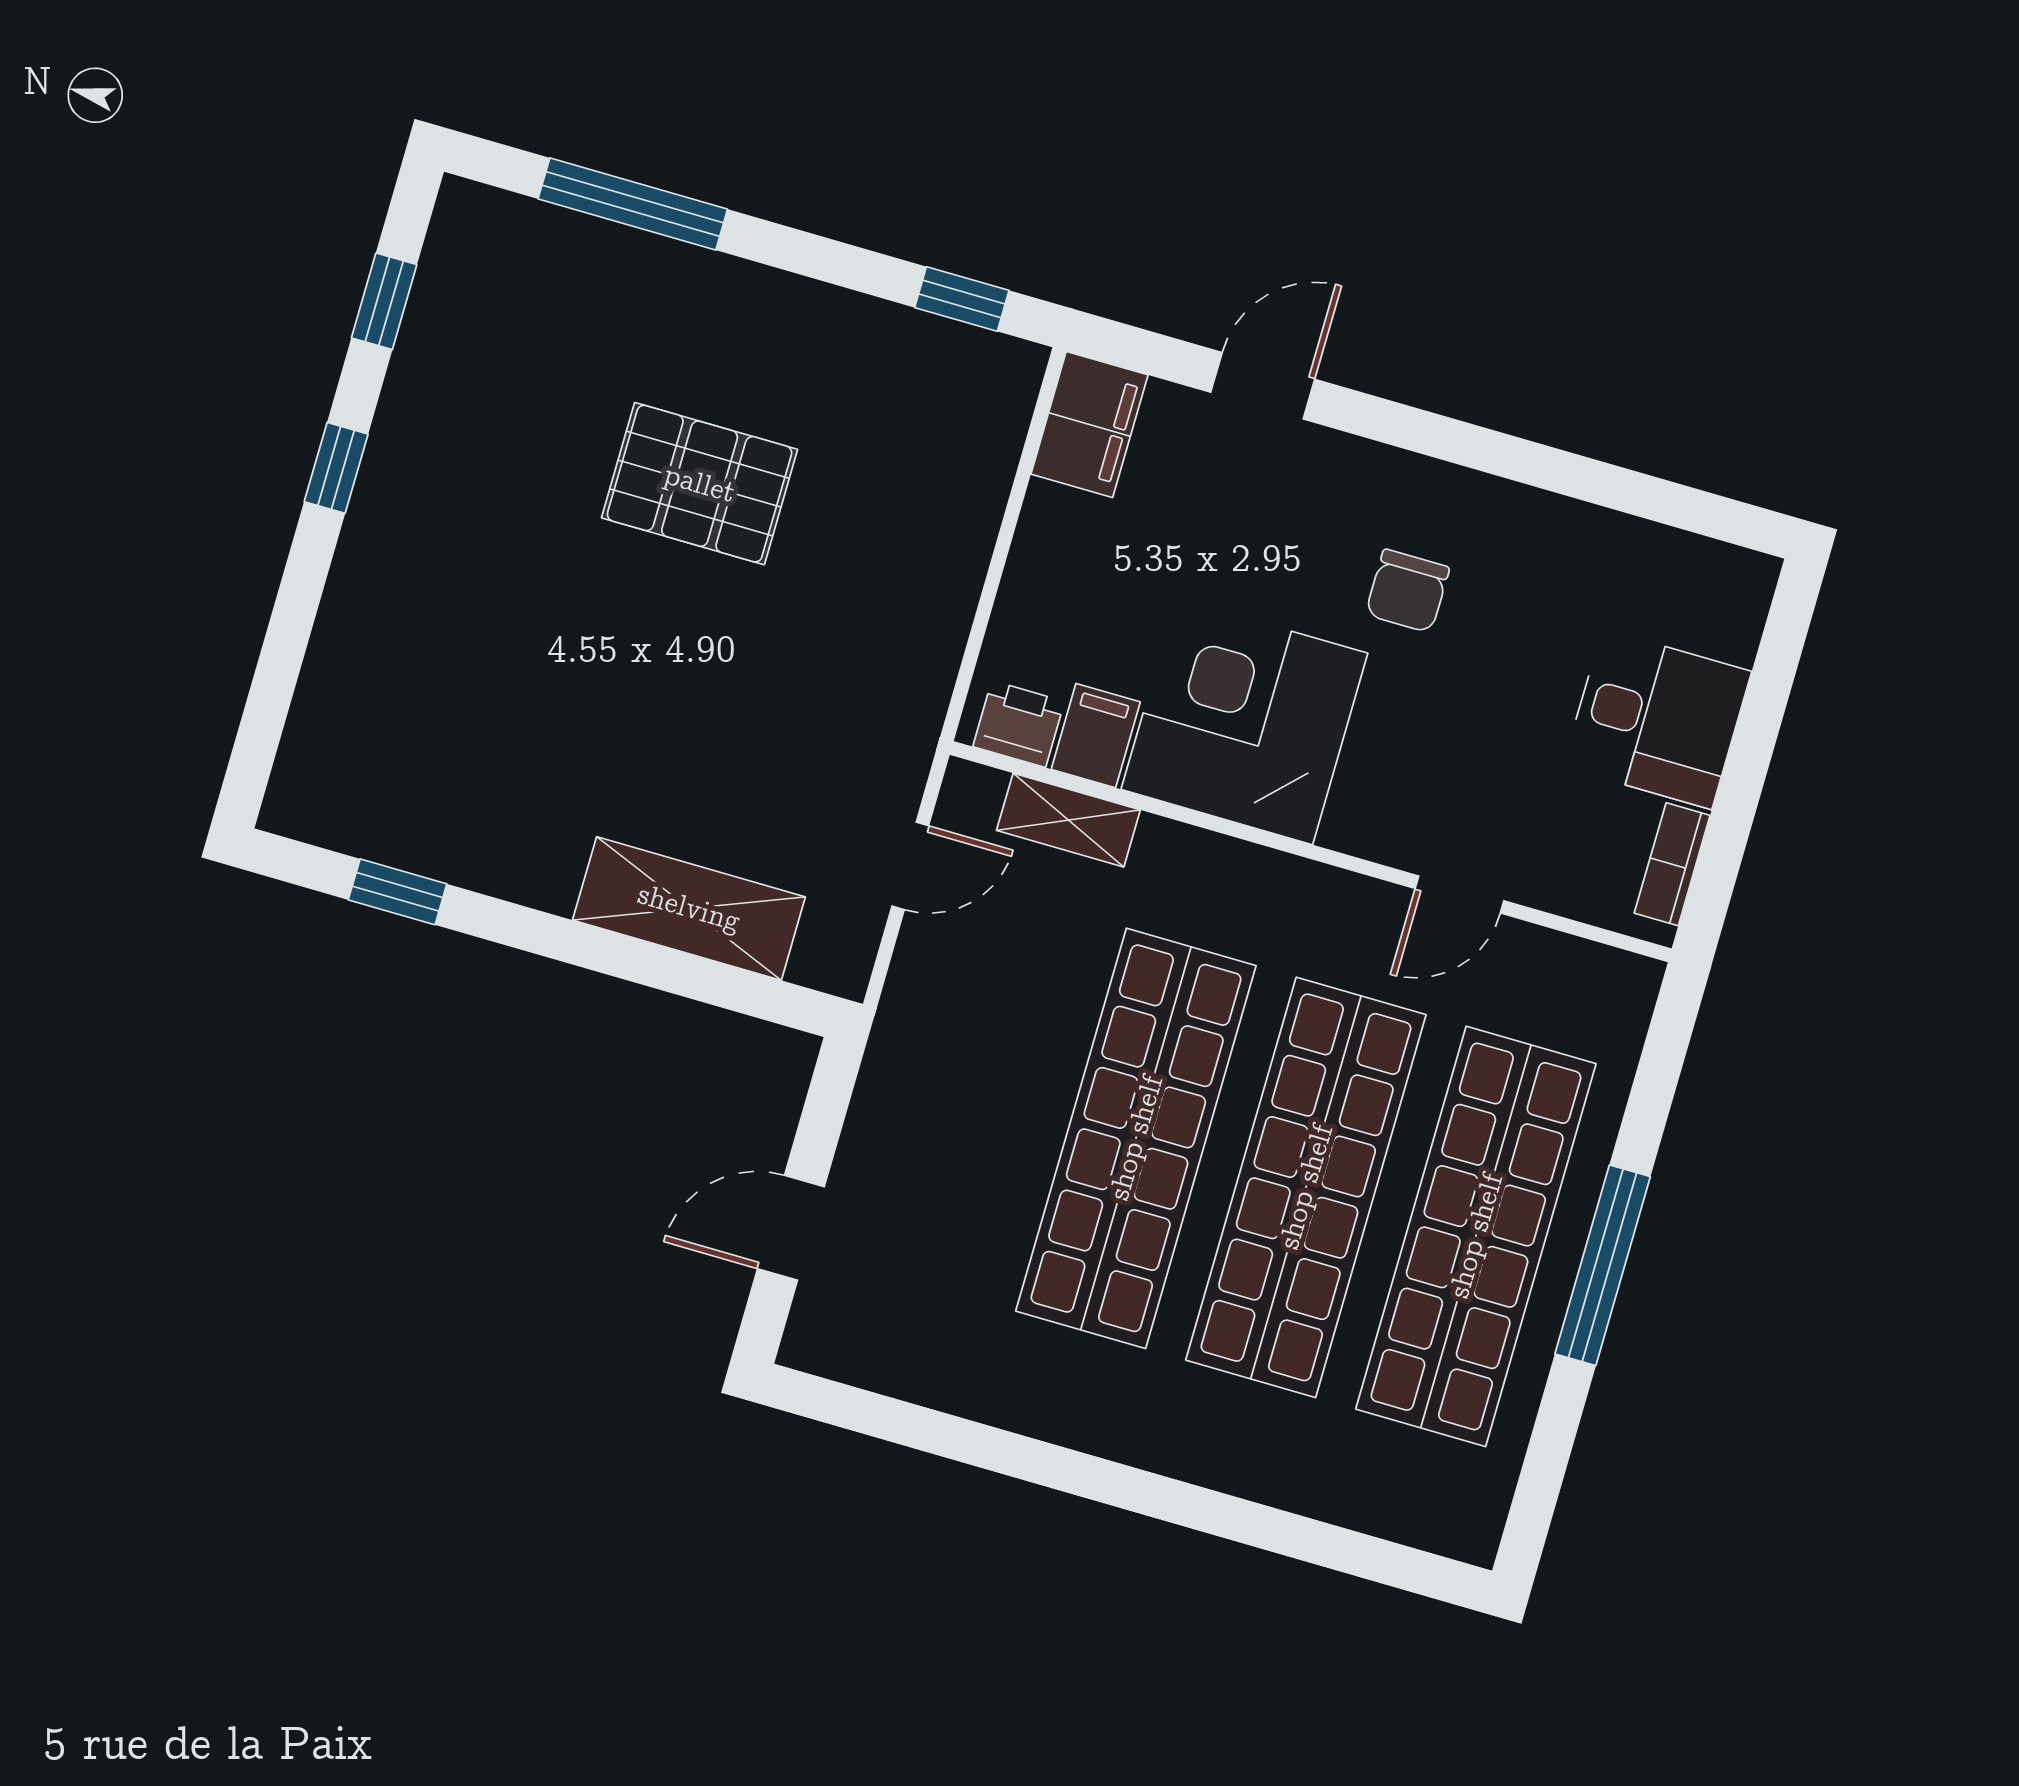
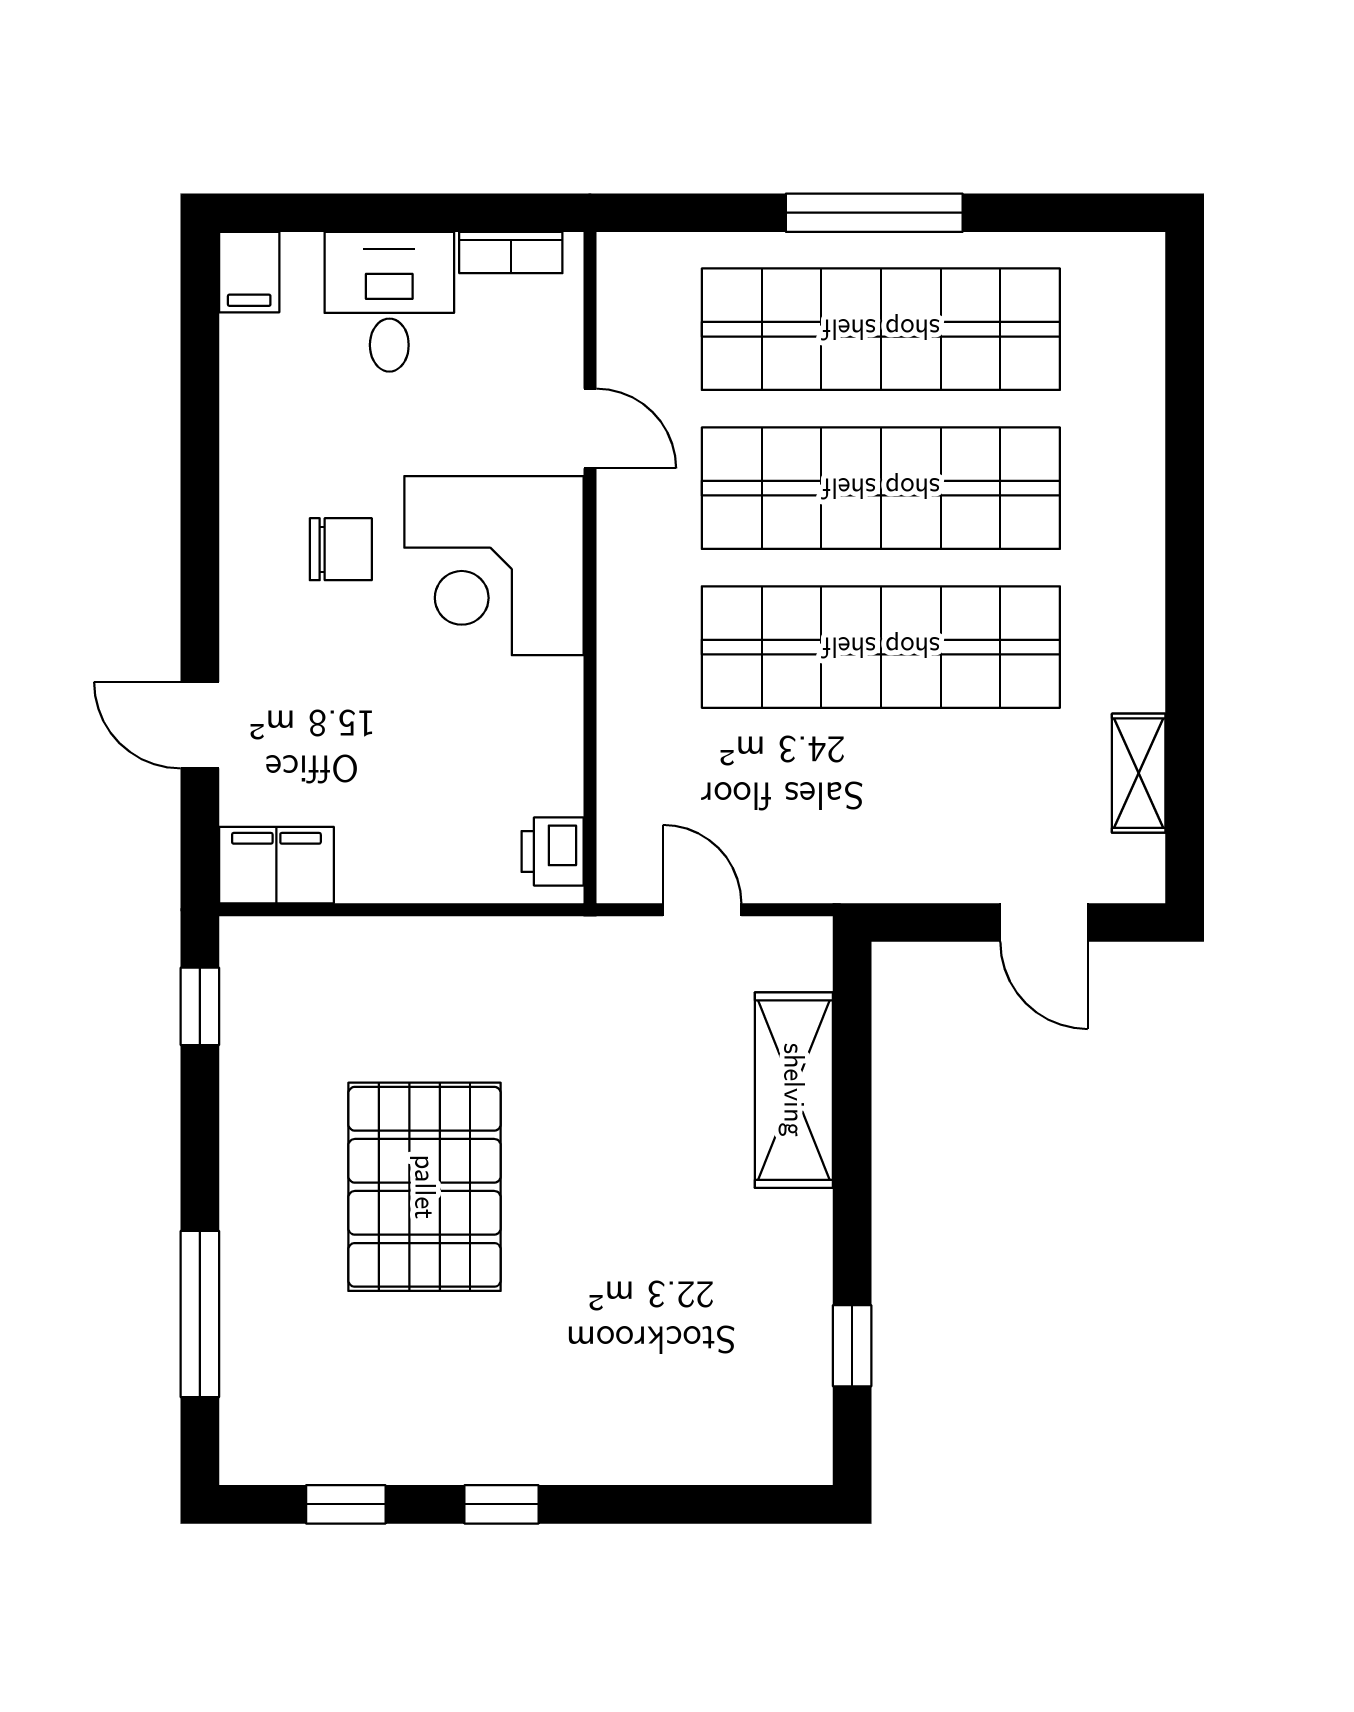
pallet: (700, 484) -> (425, 1187), width x1.37, depth x1.41
corner desk: (1244, 721) -> (494, 566), moved
filing cabinet: (1096, 736) -> (249, 272), moved, turned -90
shelving: (1068, 820) -> (1139, 773), moved

